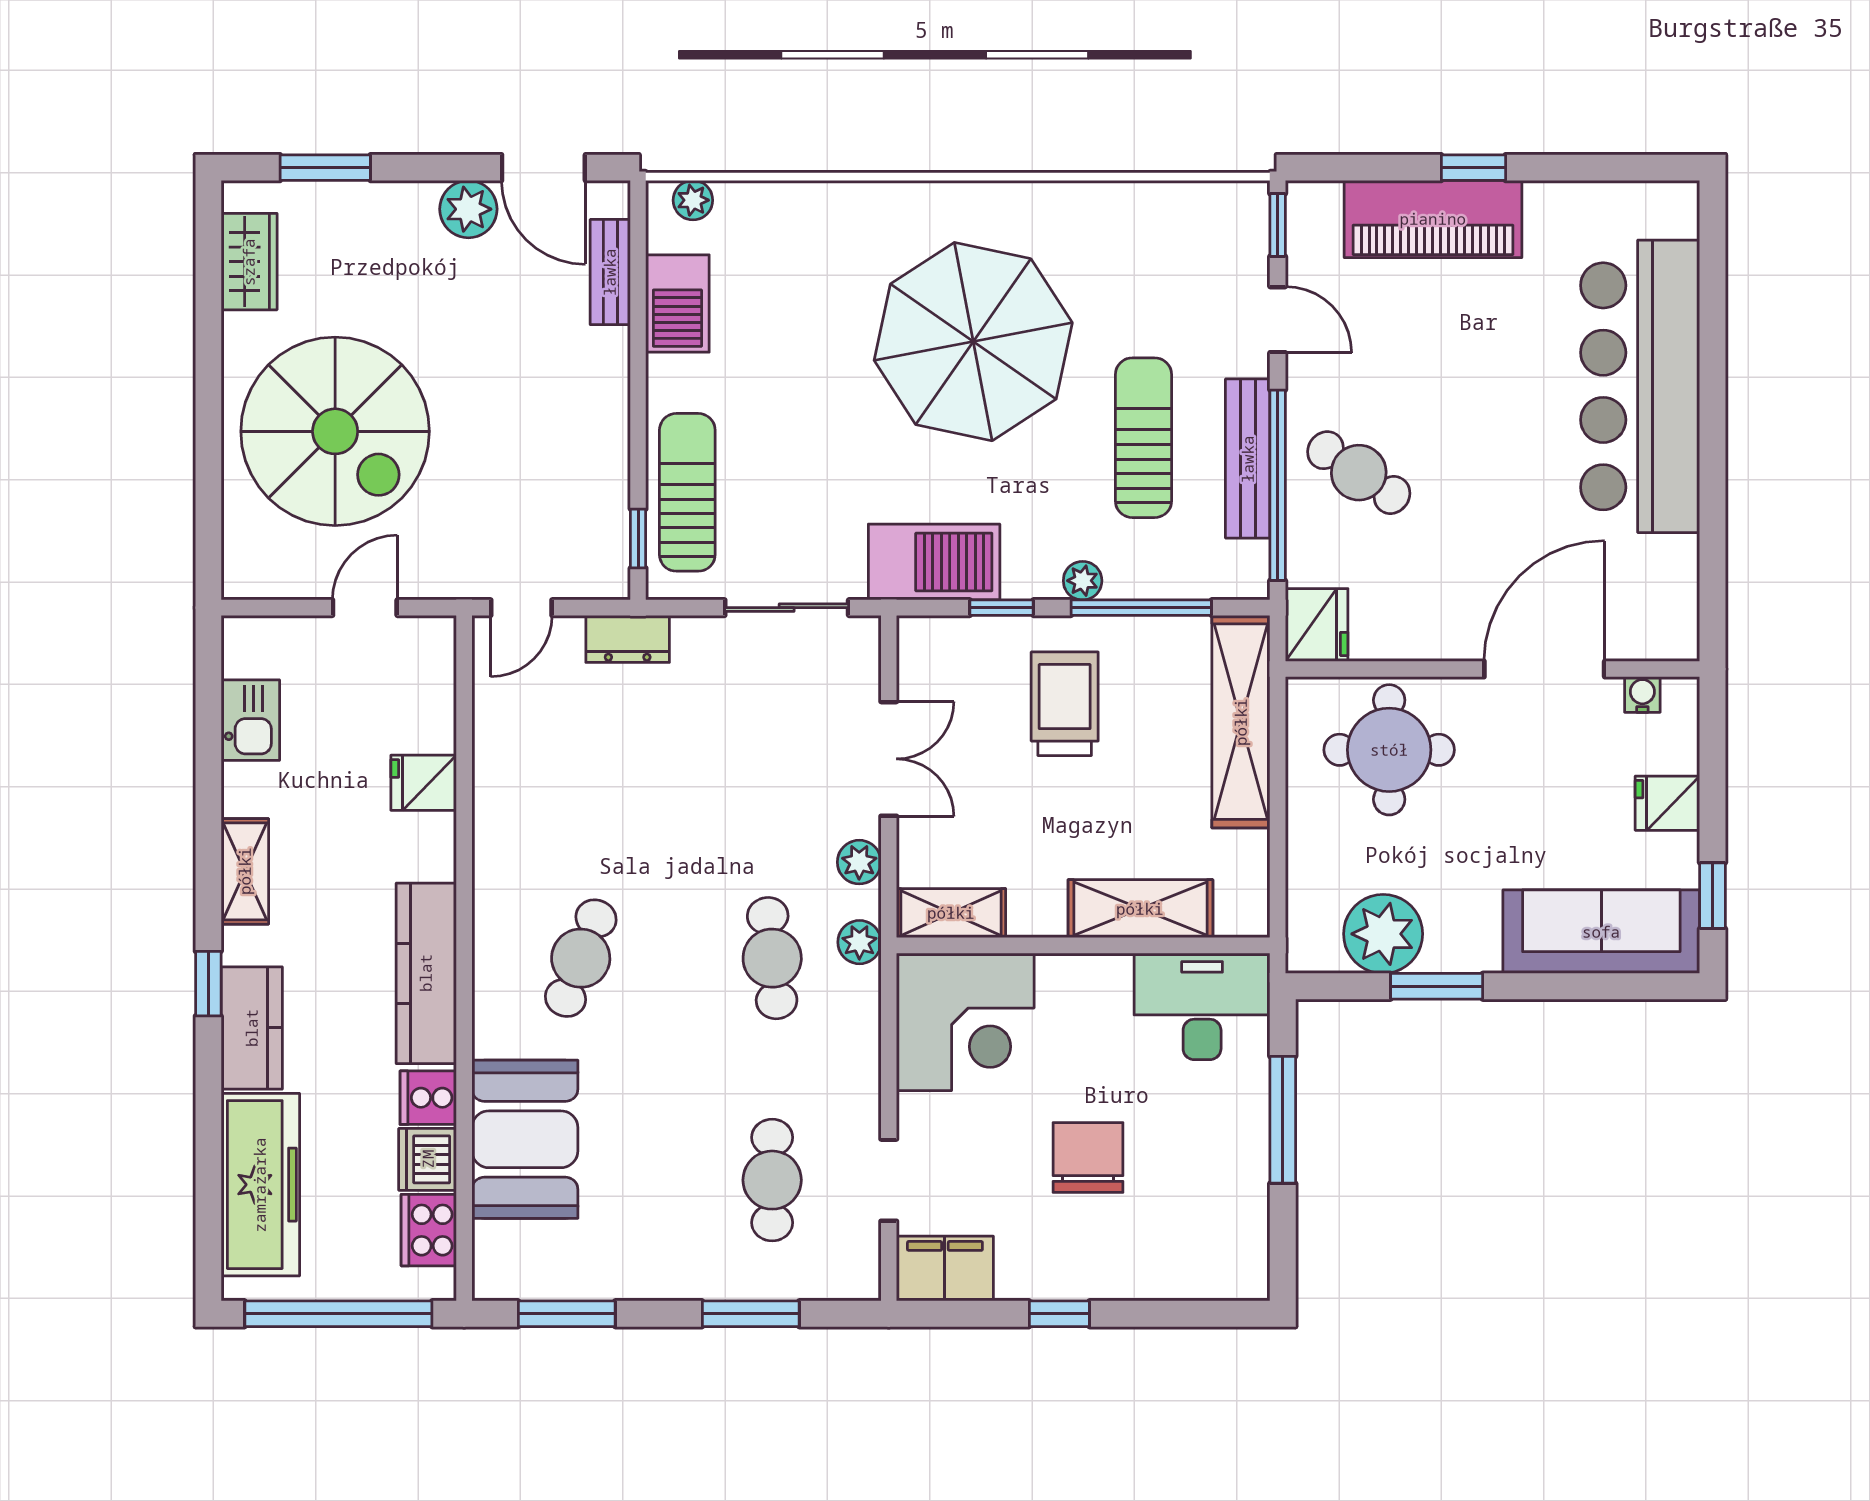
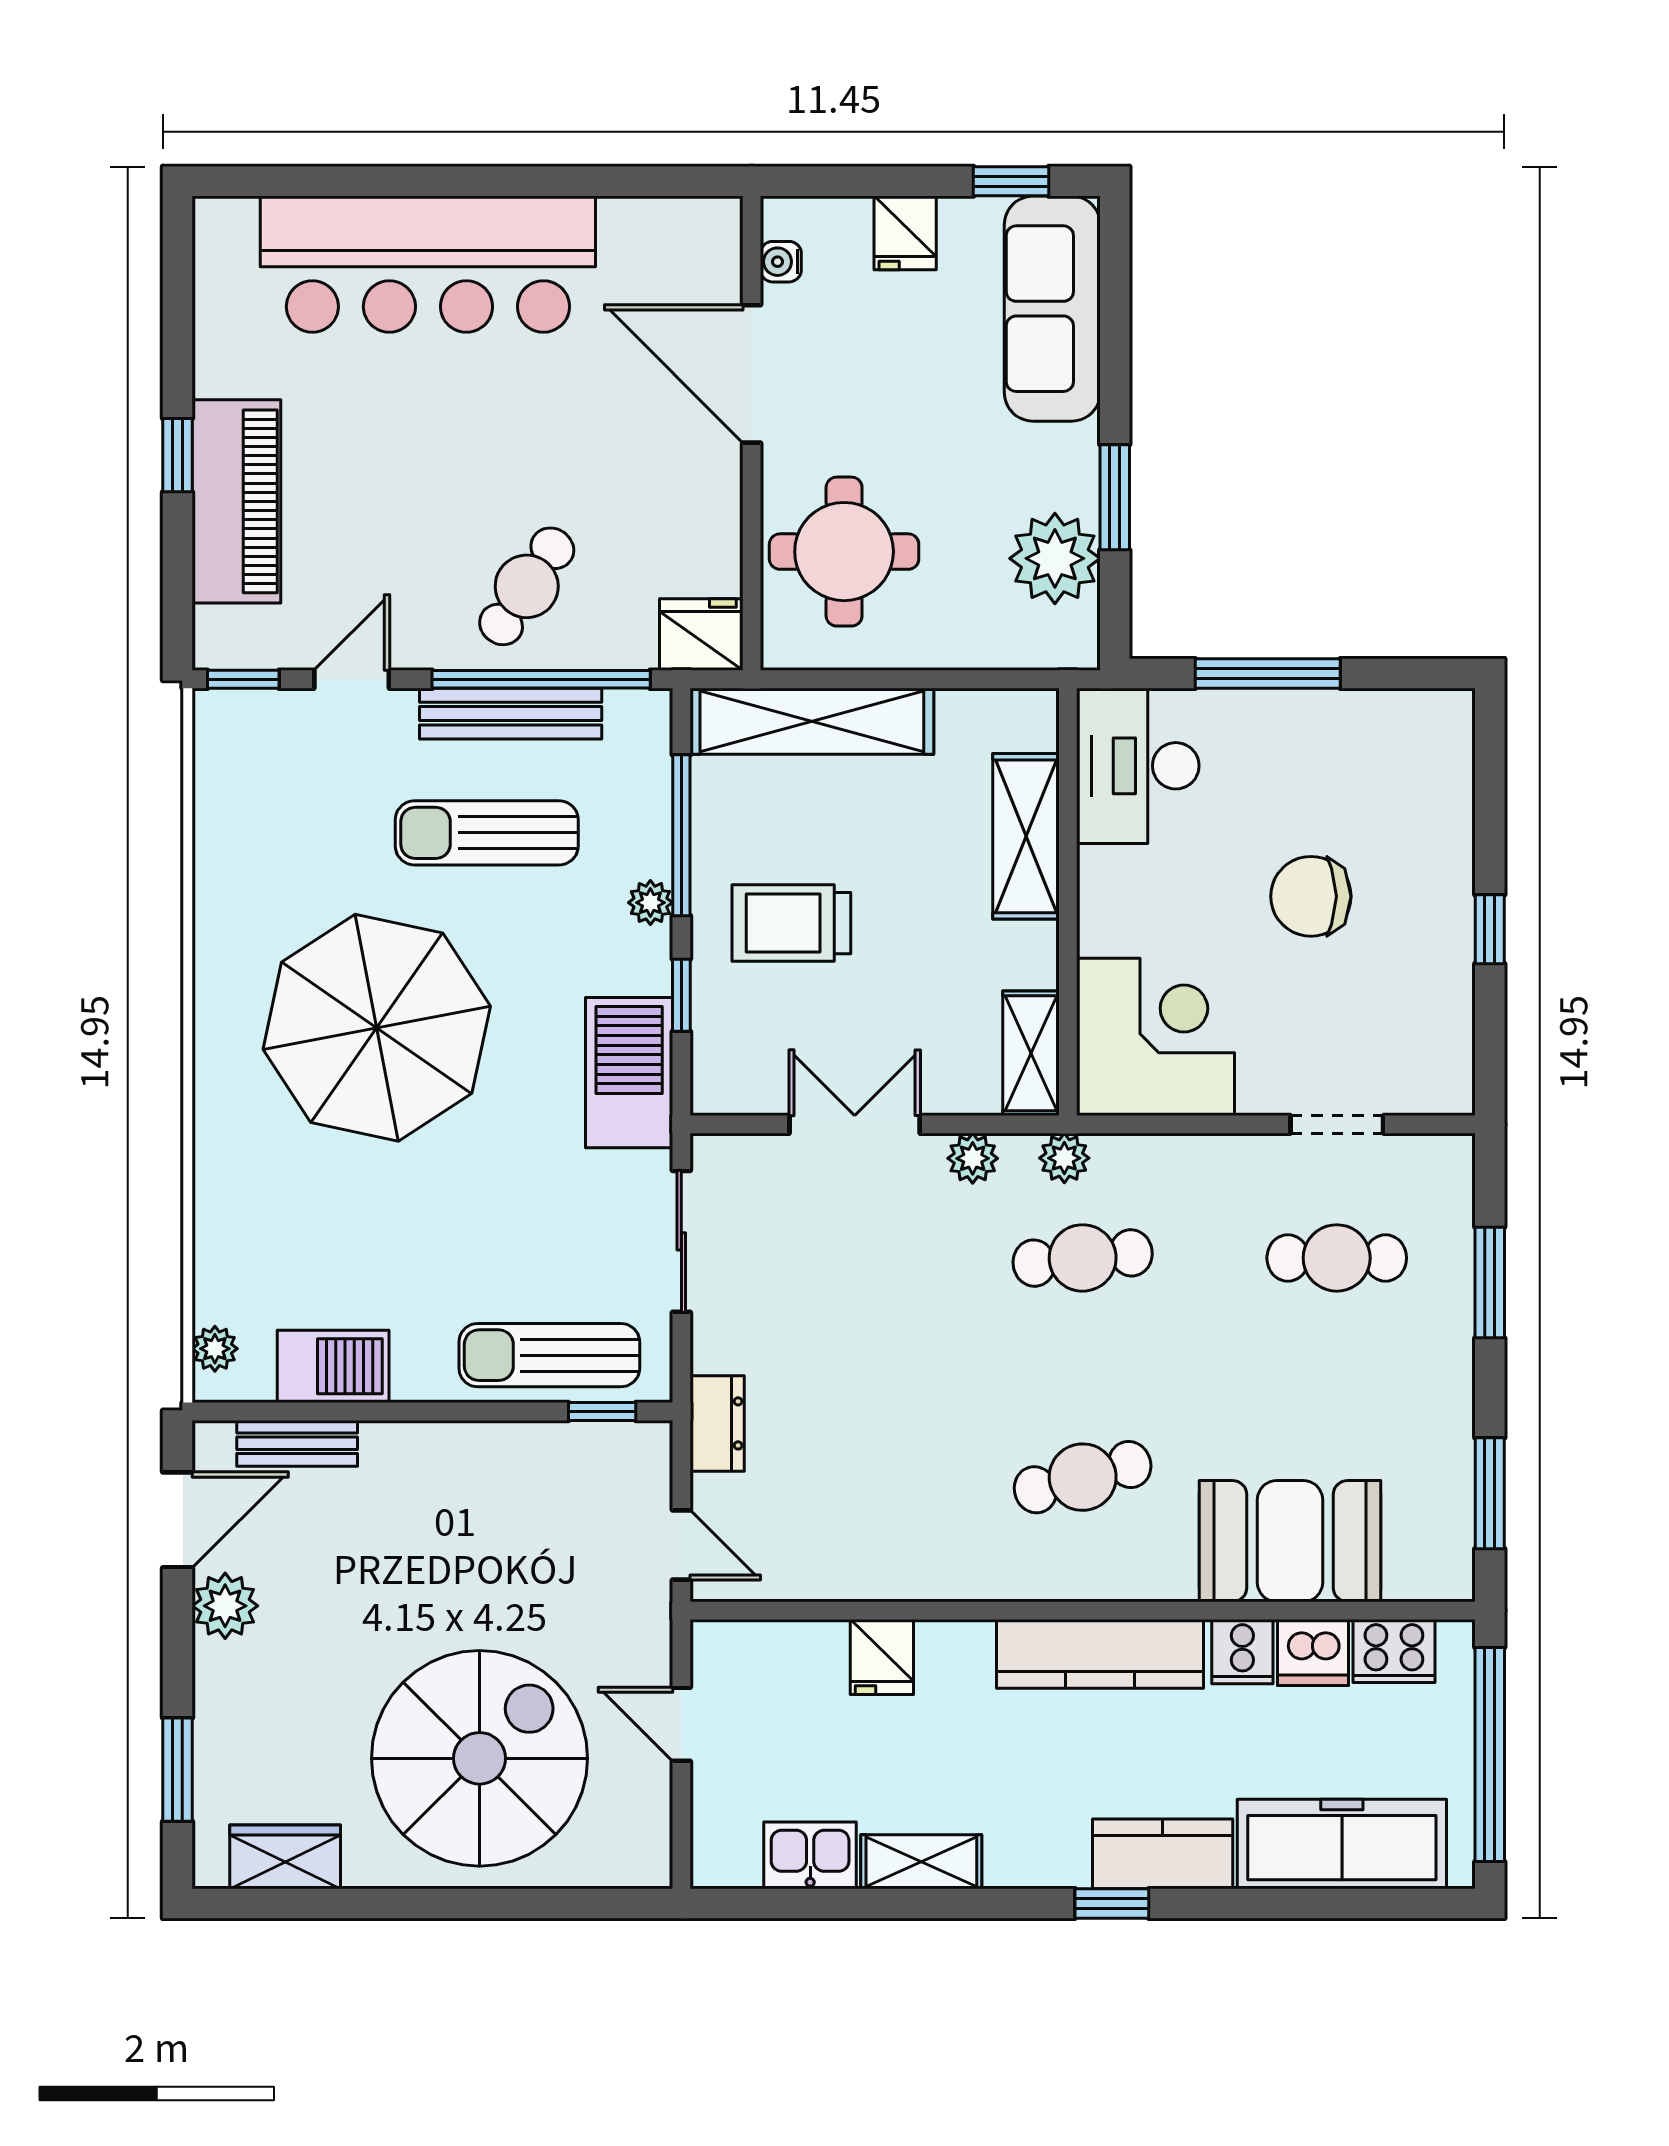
shelving: (245, 871) -> (921, 1862), moved
cafe table: (581, 958) -> (1083, 1477), turned -36
filing cabinet: (945, 1269) -> (1438, 1060), removed

